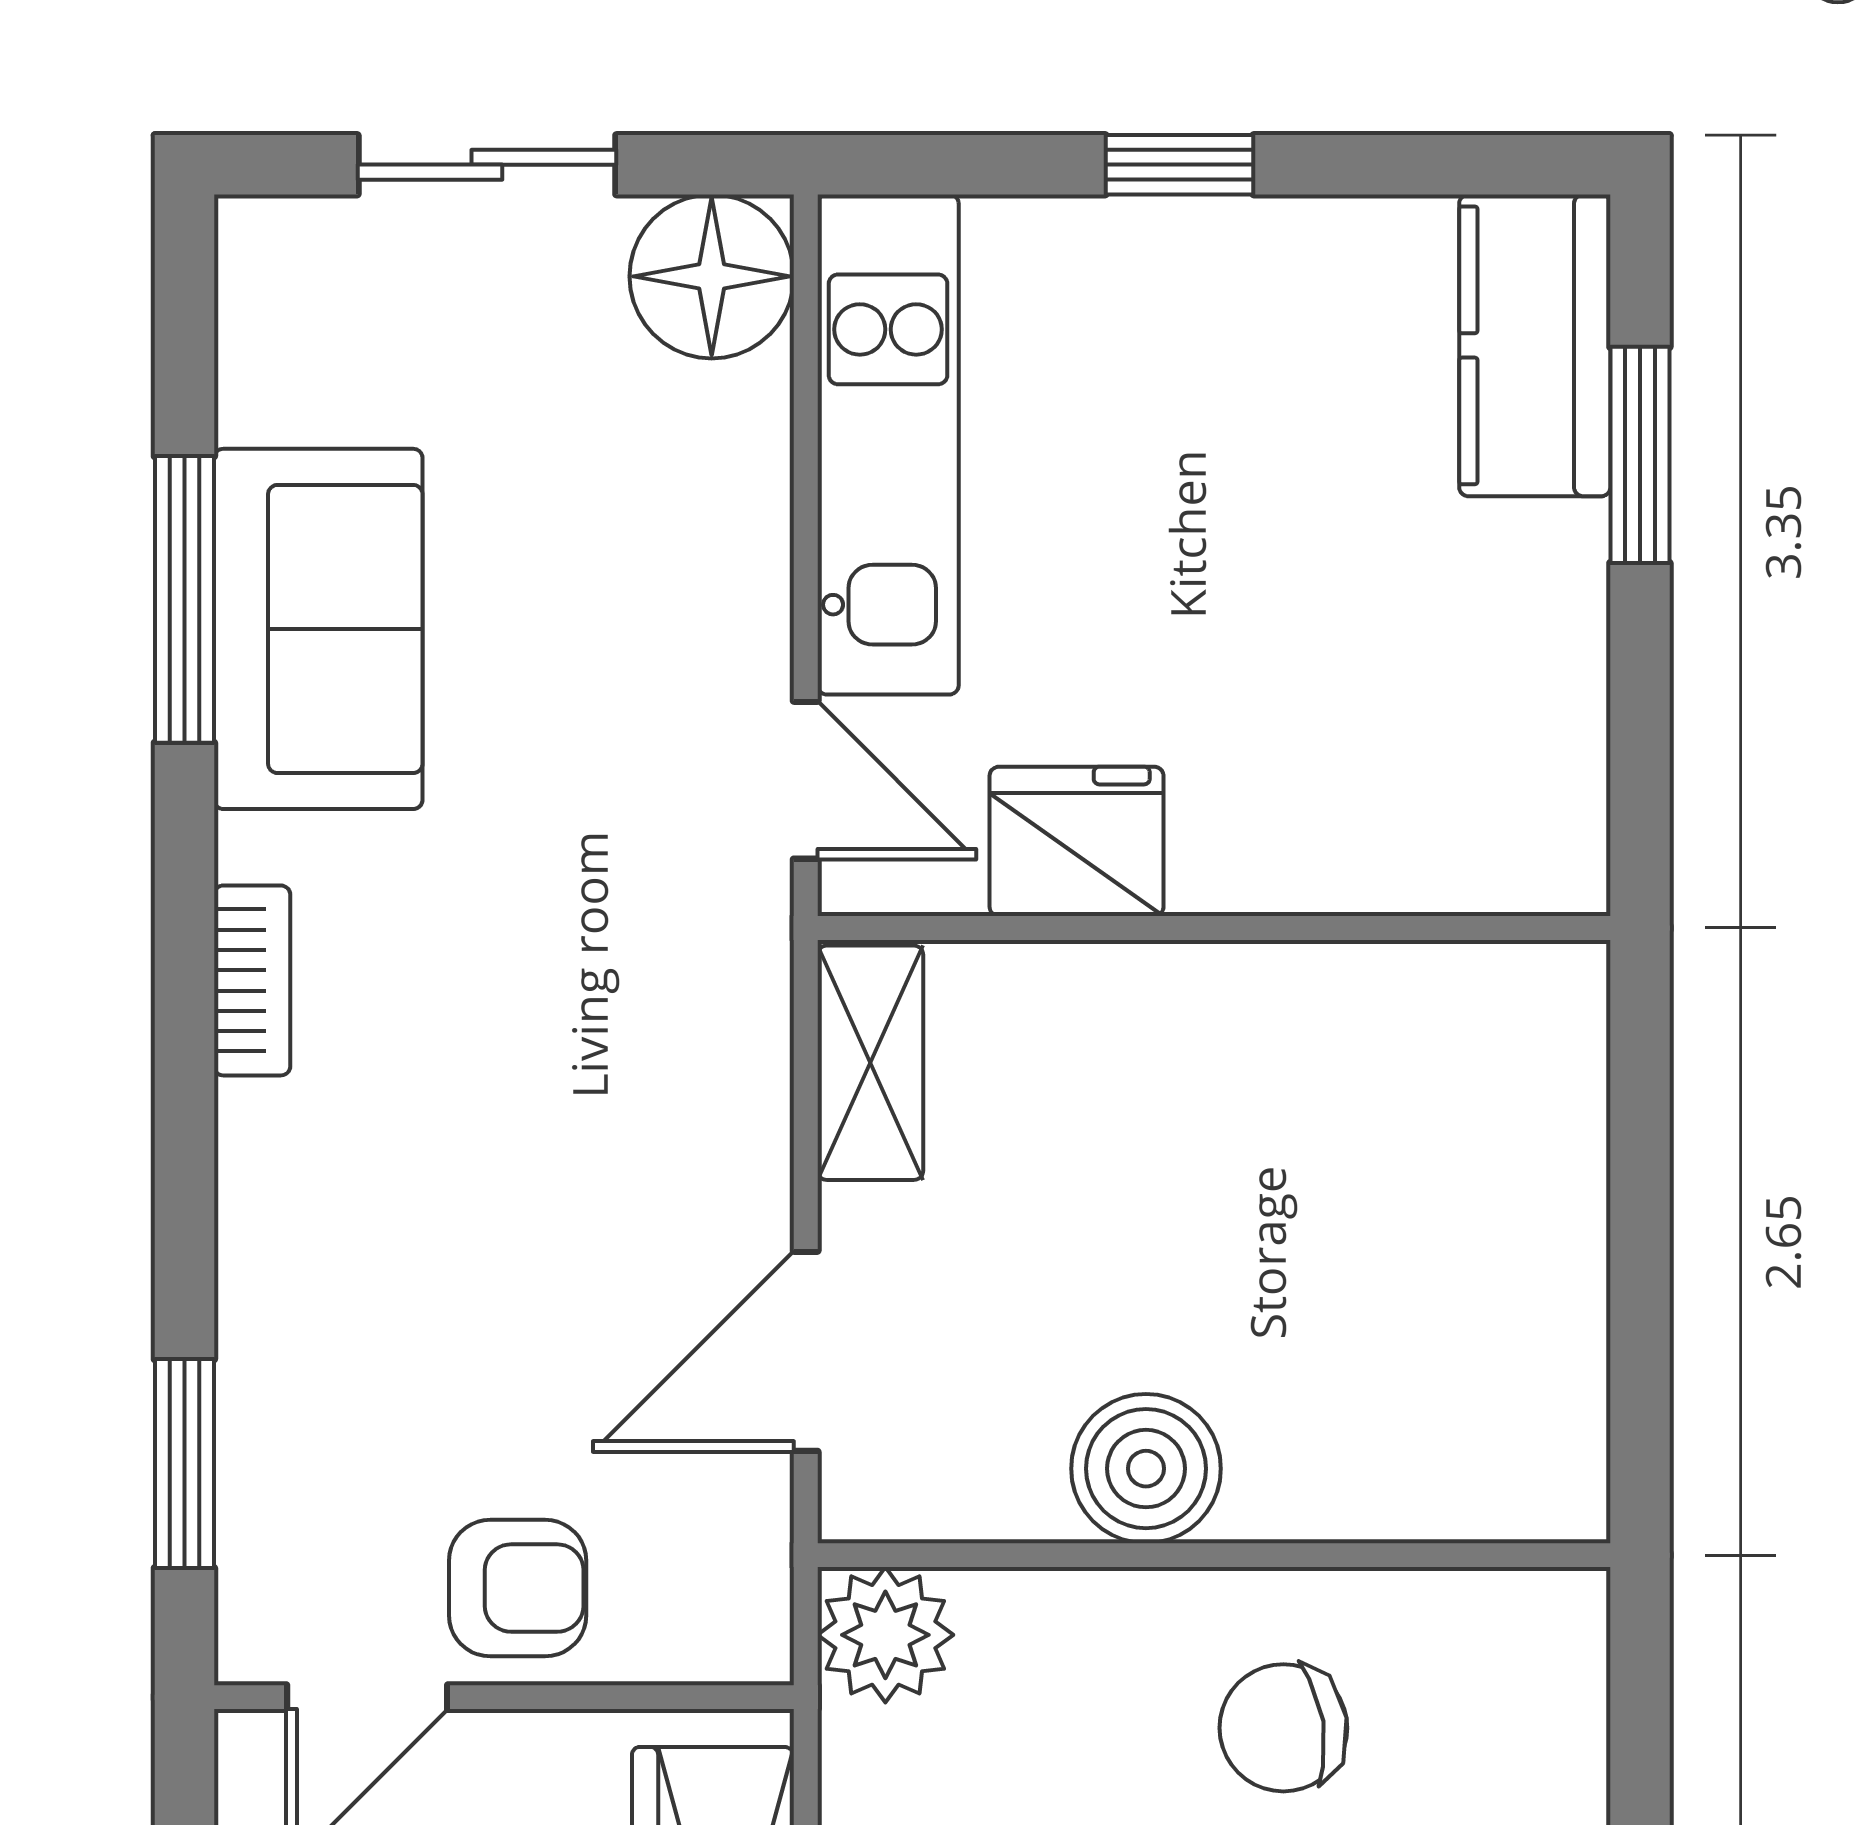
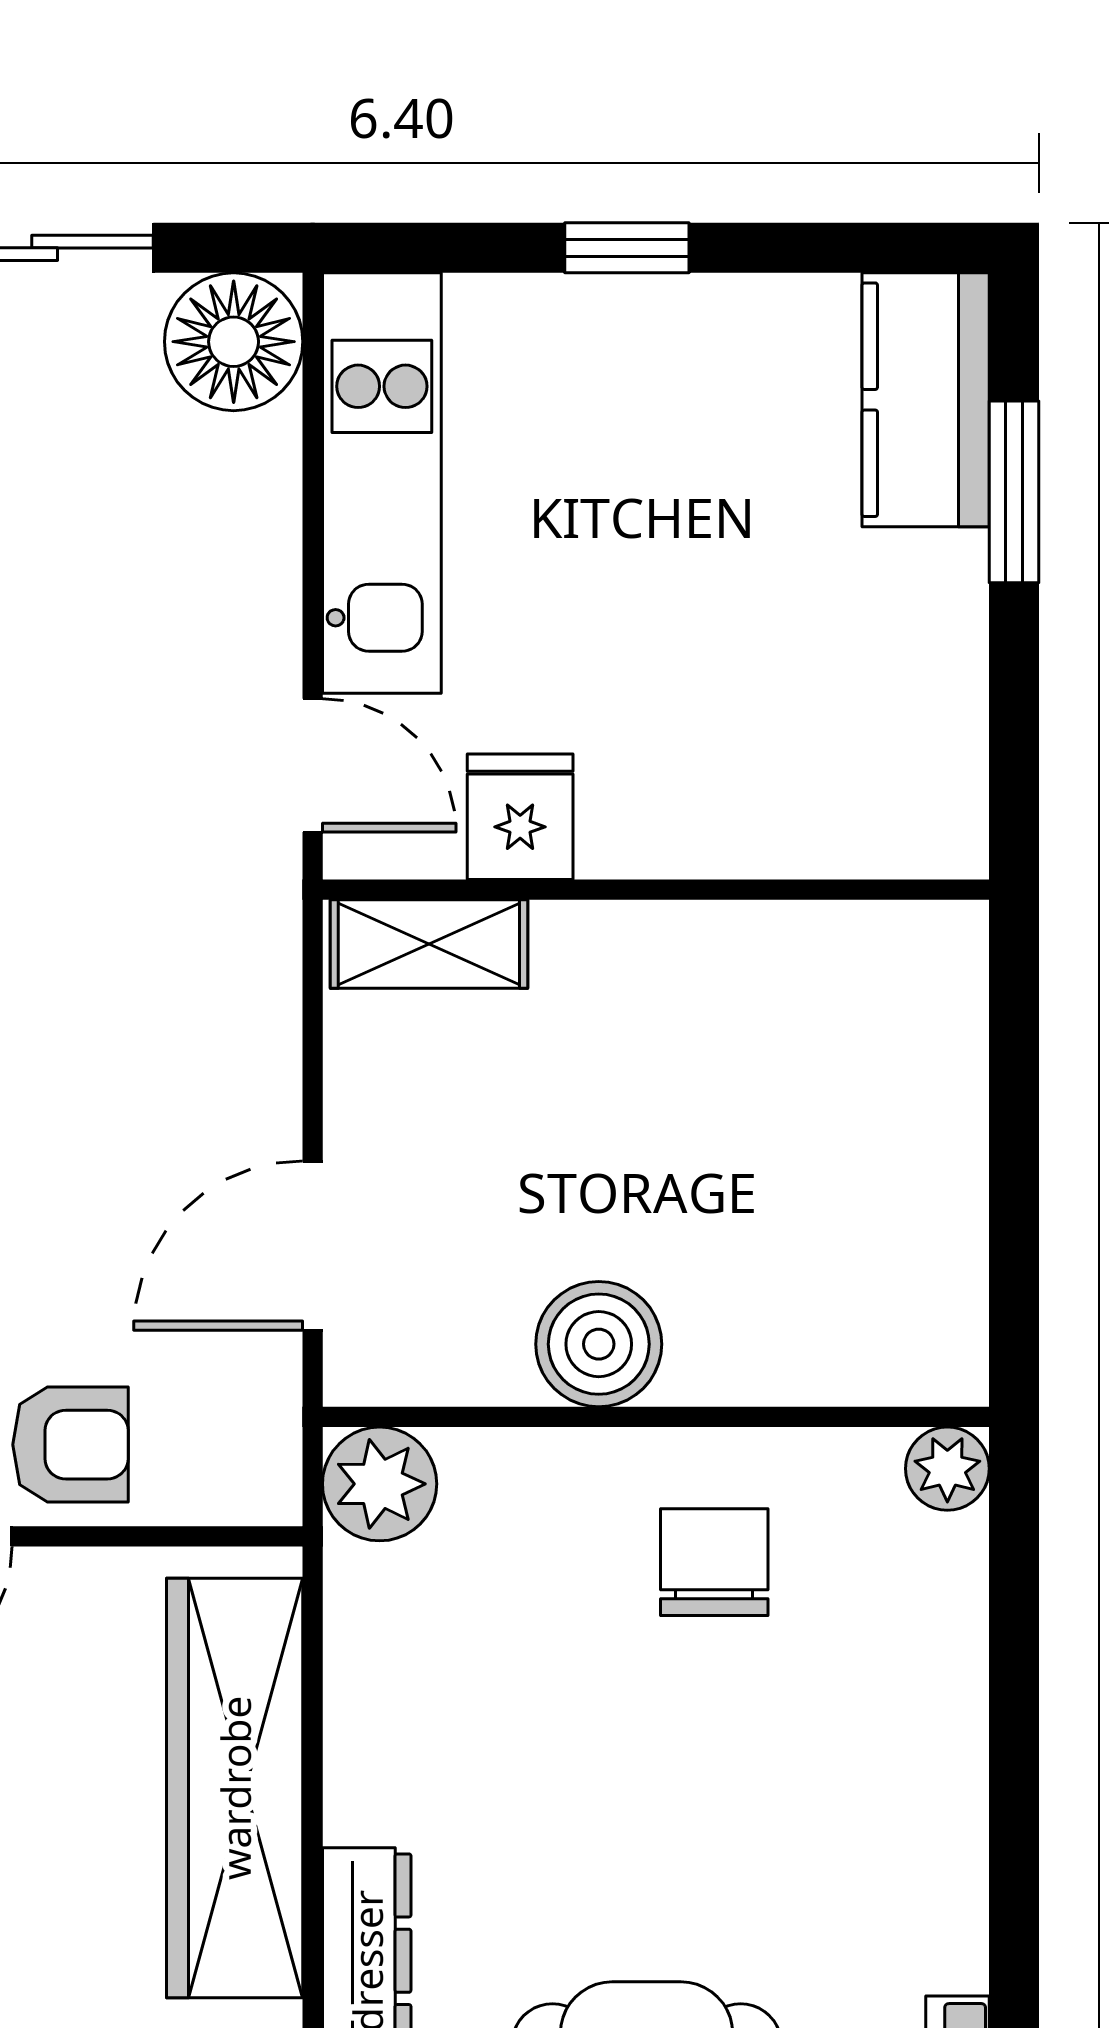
fridge: (1077, 841) -> (520, 817), width x0.72
shelving: (870, 1063) -> (429, 944), moved, turned 90
plant: (1561, 1617) -> (947, 1469), added
chair: (1283, 1728) -> (714, 1562), turned 99

